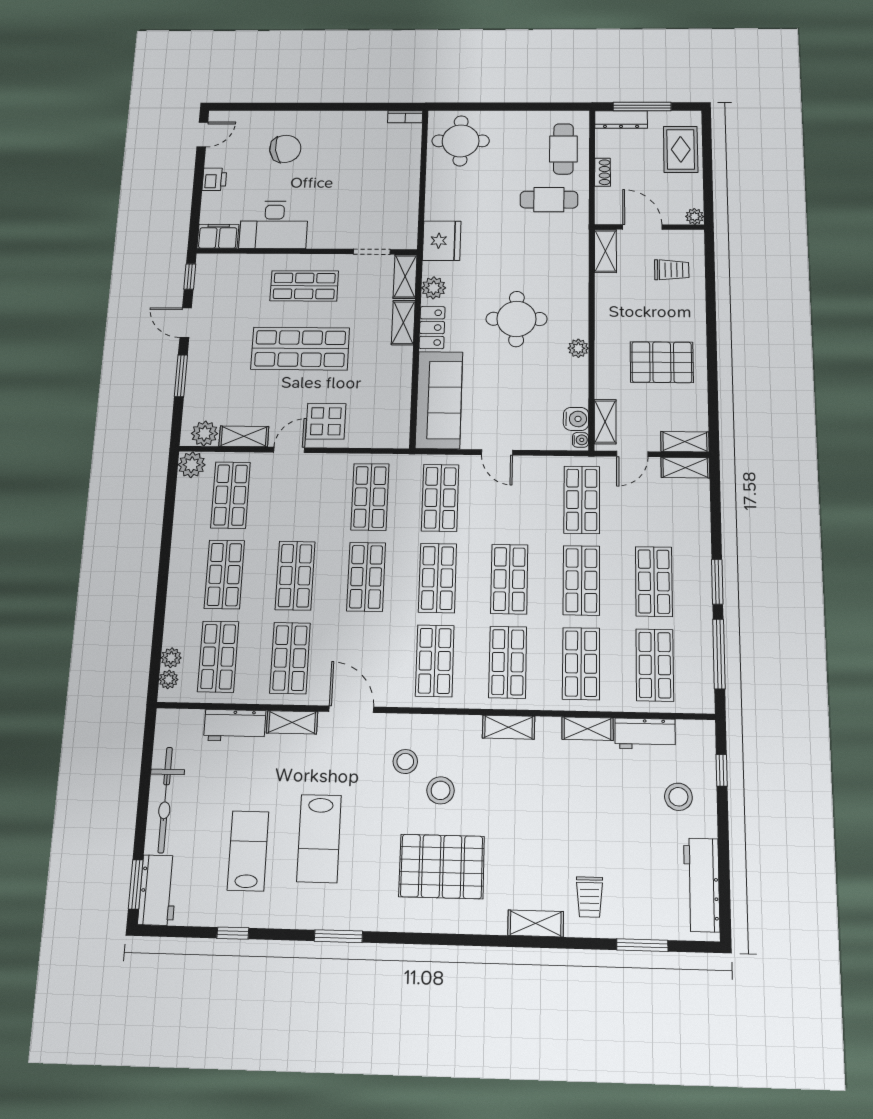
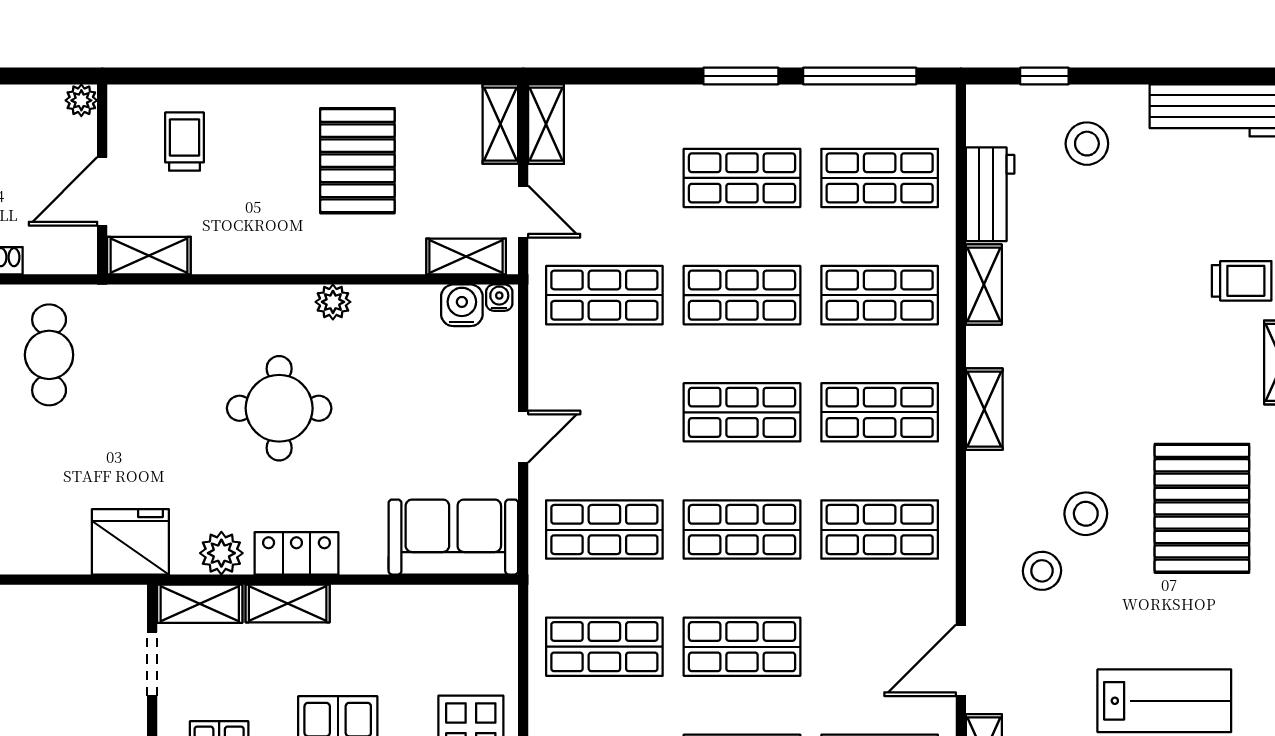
sofa: (439, 400) -> (453, 537), width x0.73

